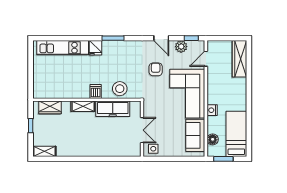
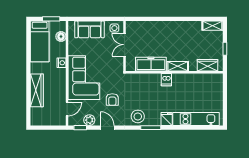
wardrobe: (239, 59) -> (37, 90), moved
stool: (120, 89) -> (138, 116), moved
sofa: (195, 135) -> (90, 29), moved, turned 90

